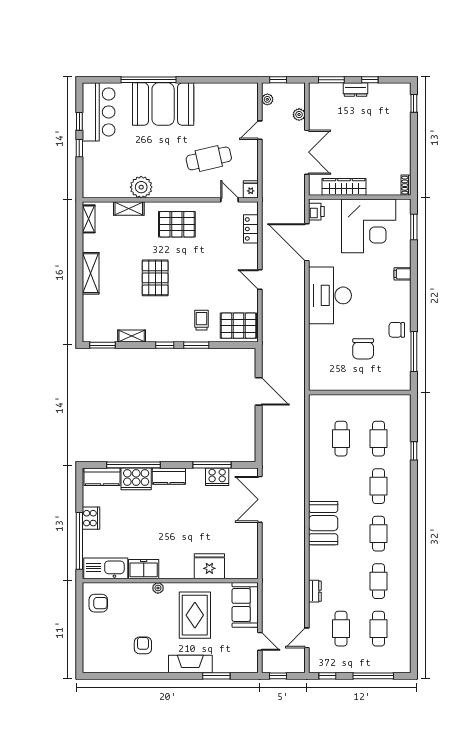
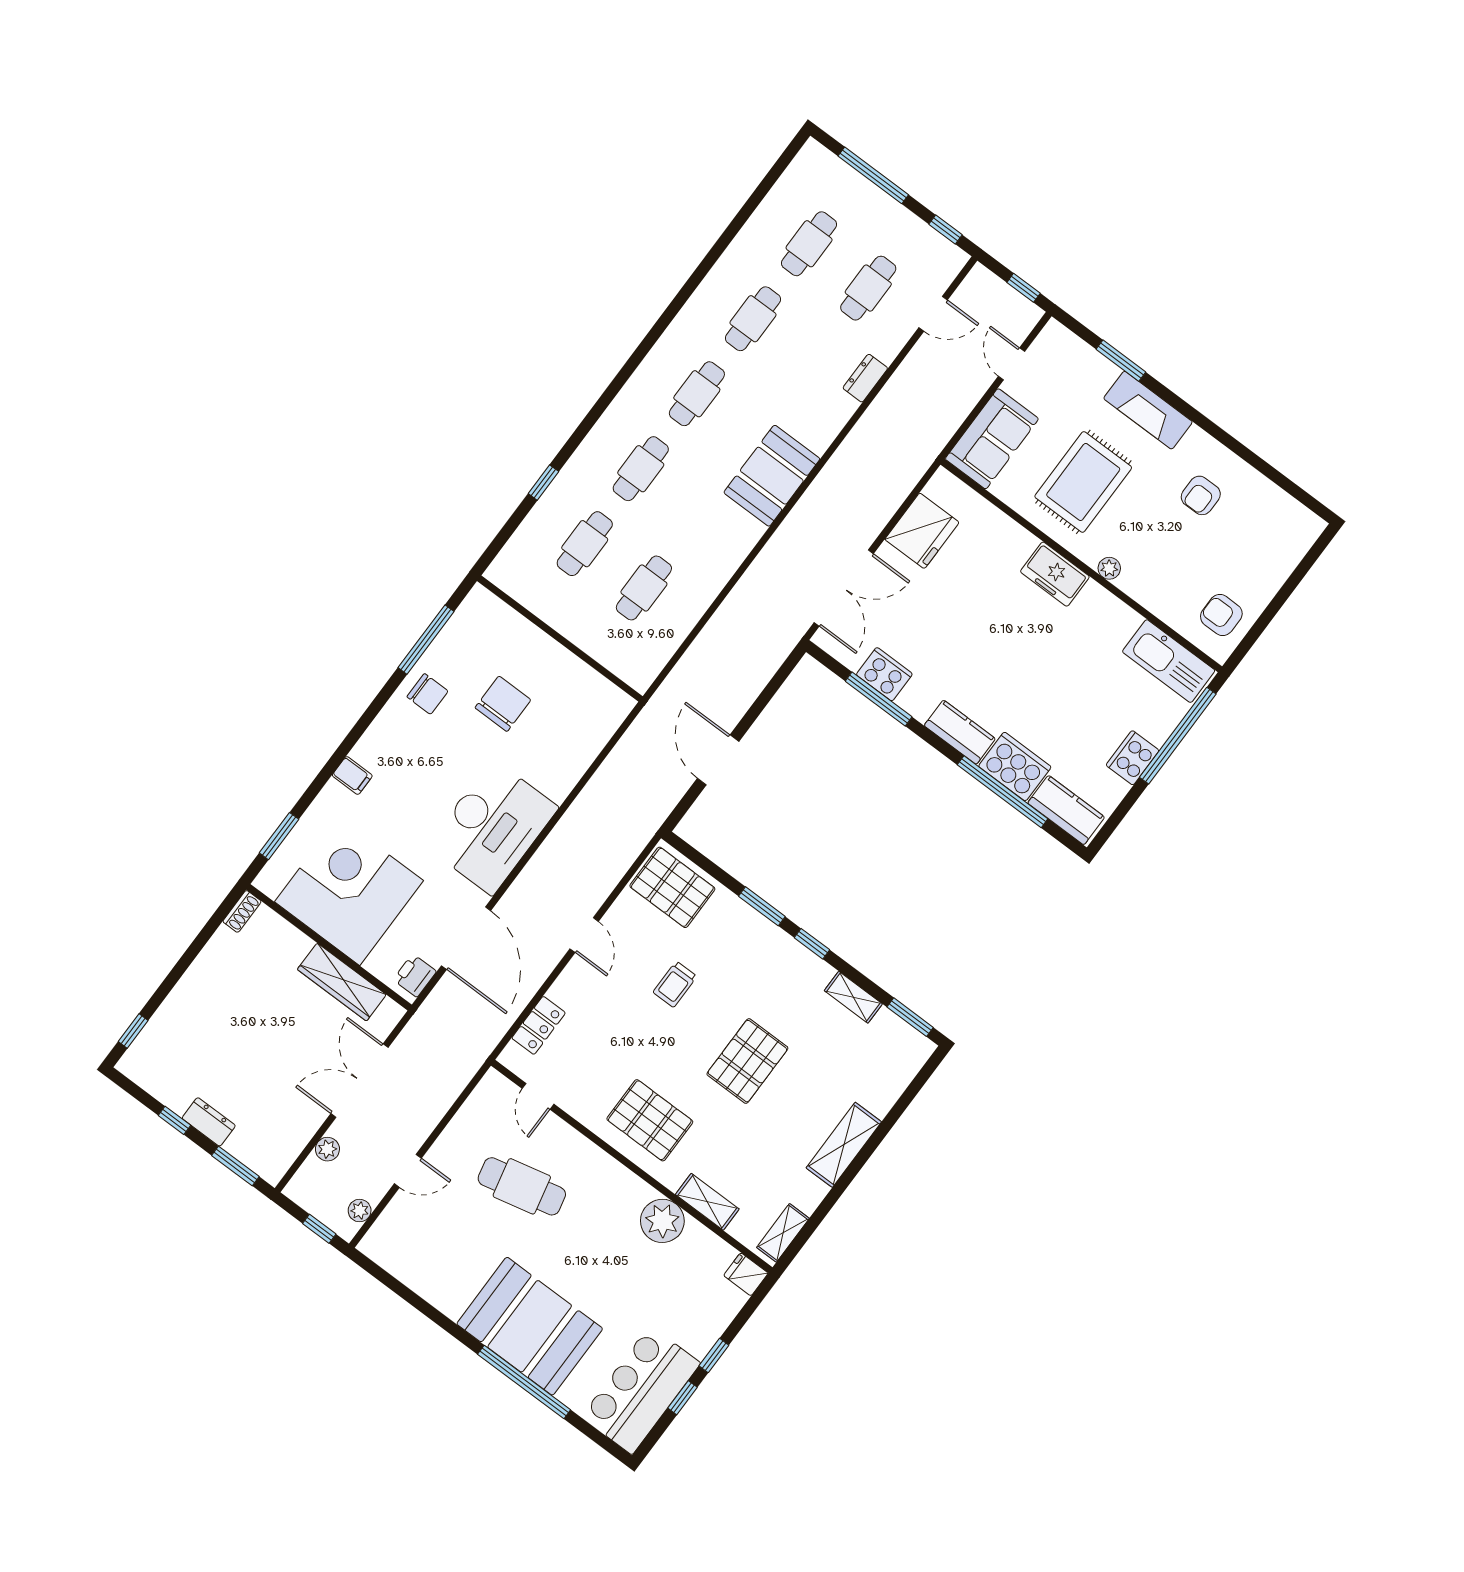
fridge: (251, 189) -> (746, 1274), moved, turned 90
trolley: (201, 320) -> (675, 984), moved
fridge: (209, 566) -> (922, 531), moved, turned -90
freezer: (144, 569) -> (1055, 574), moved

